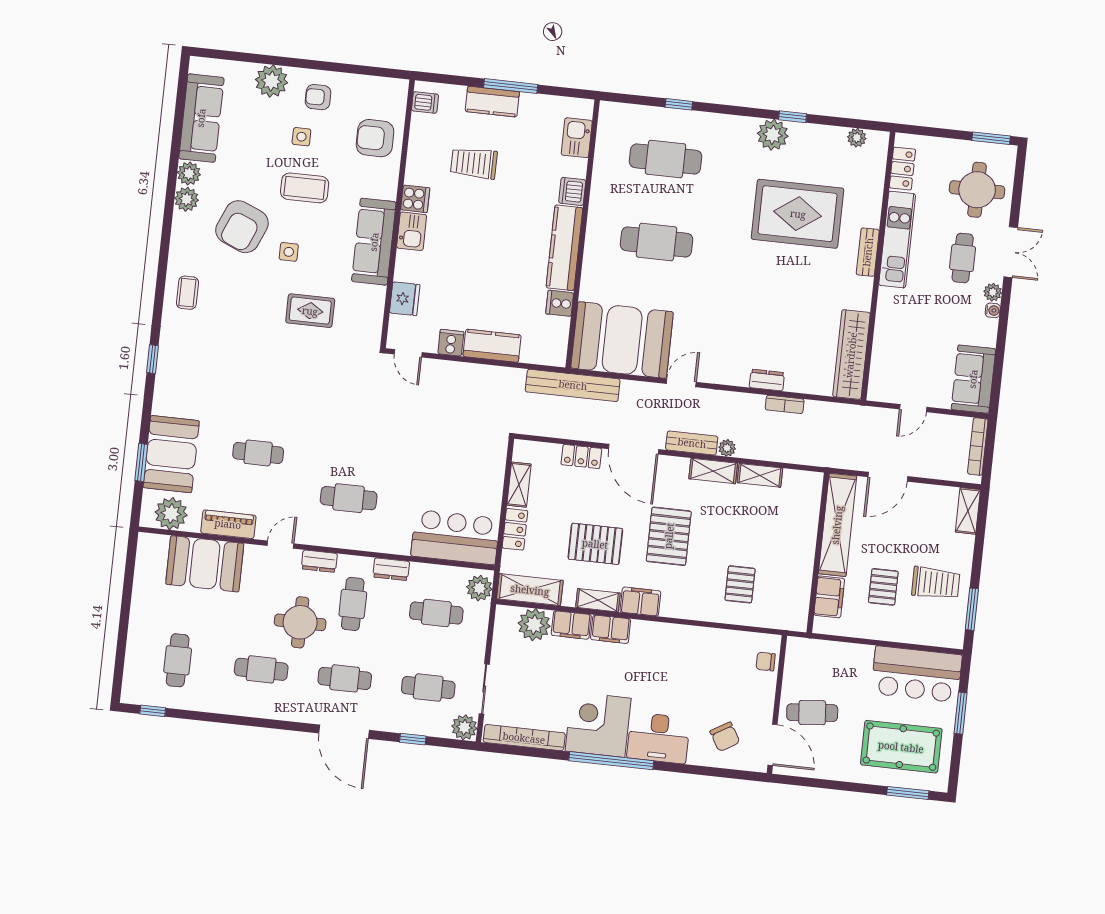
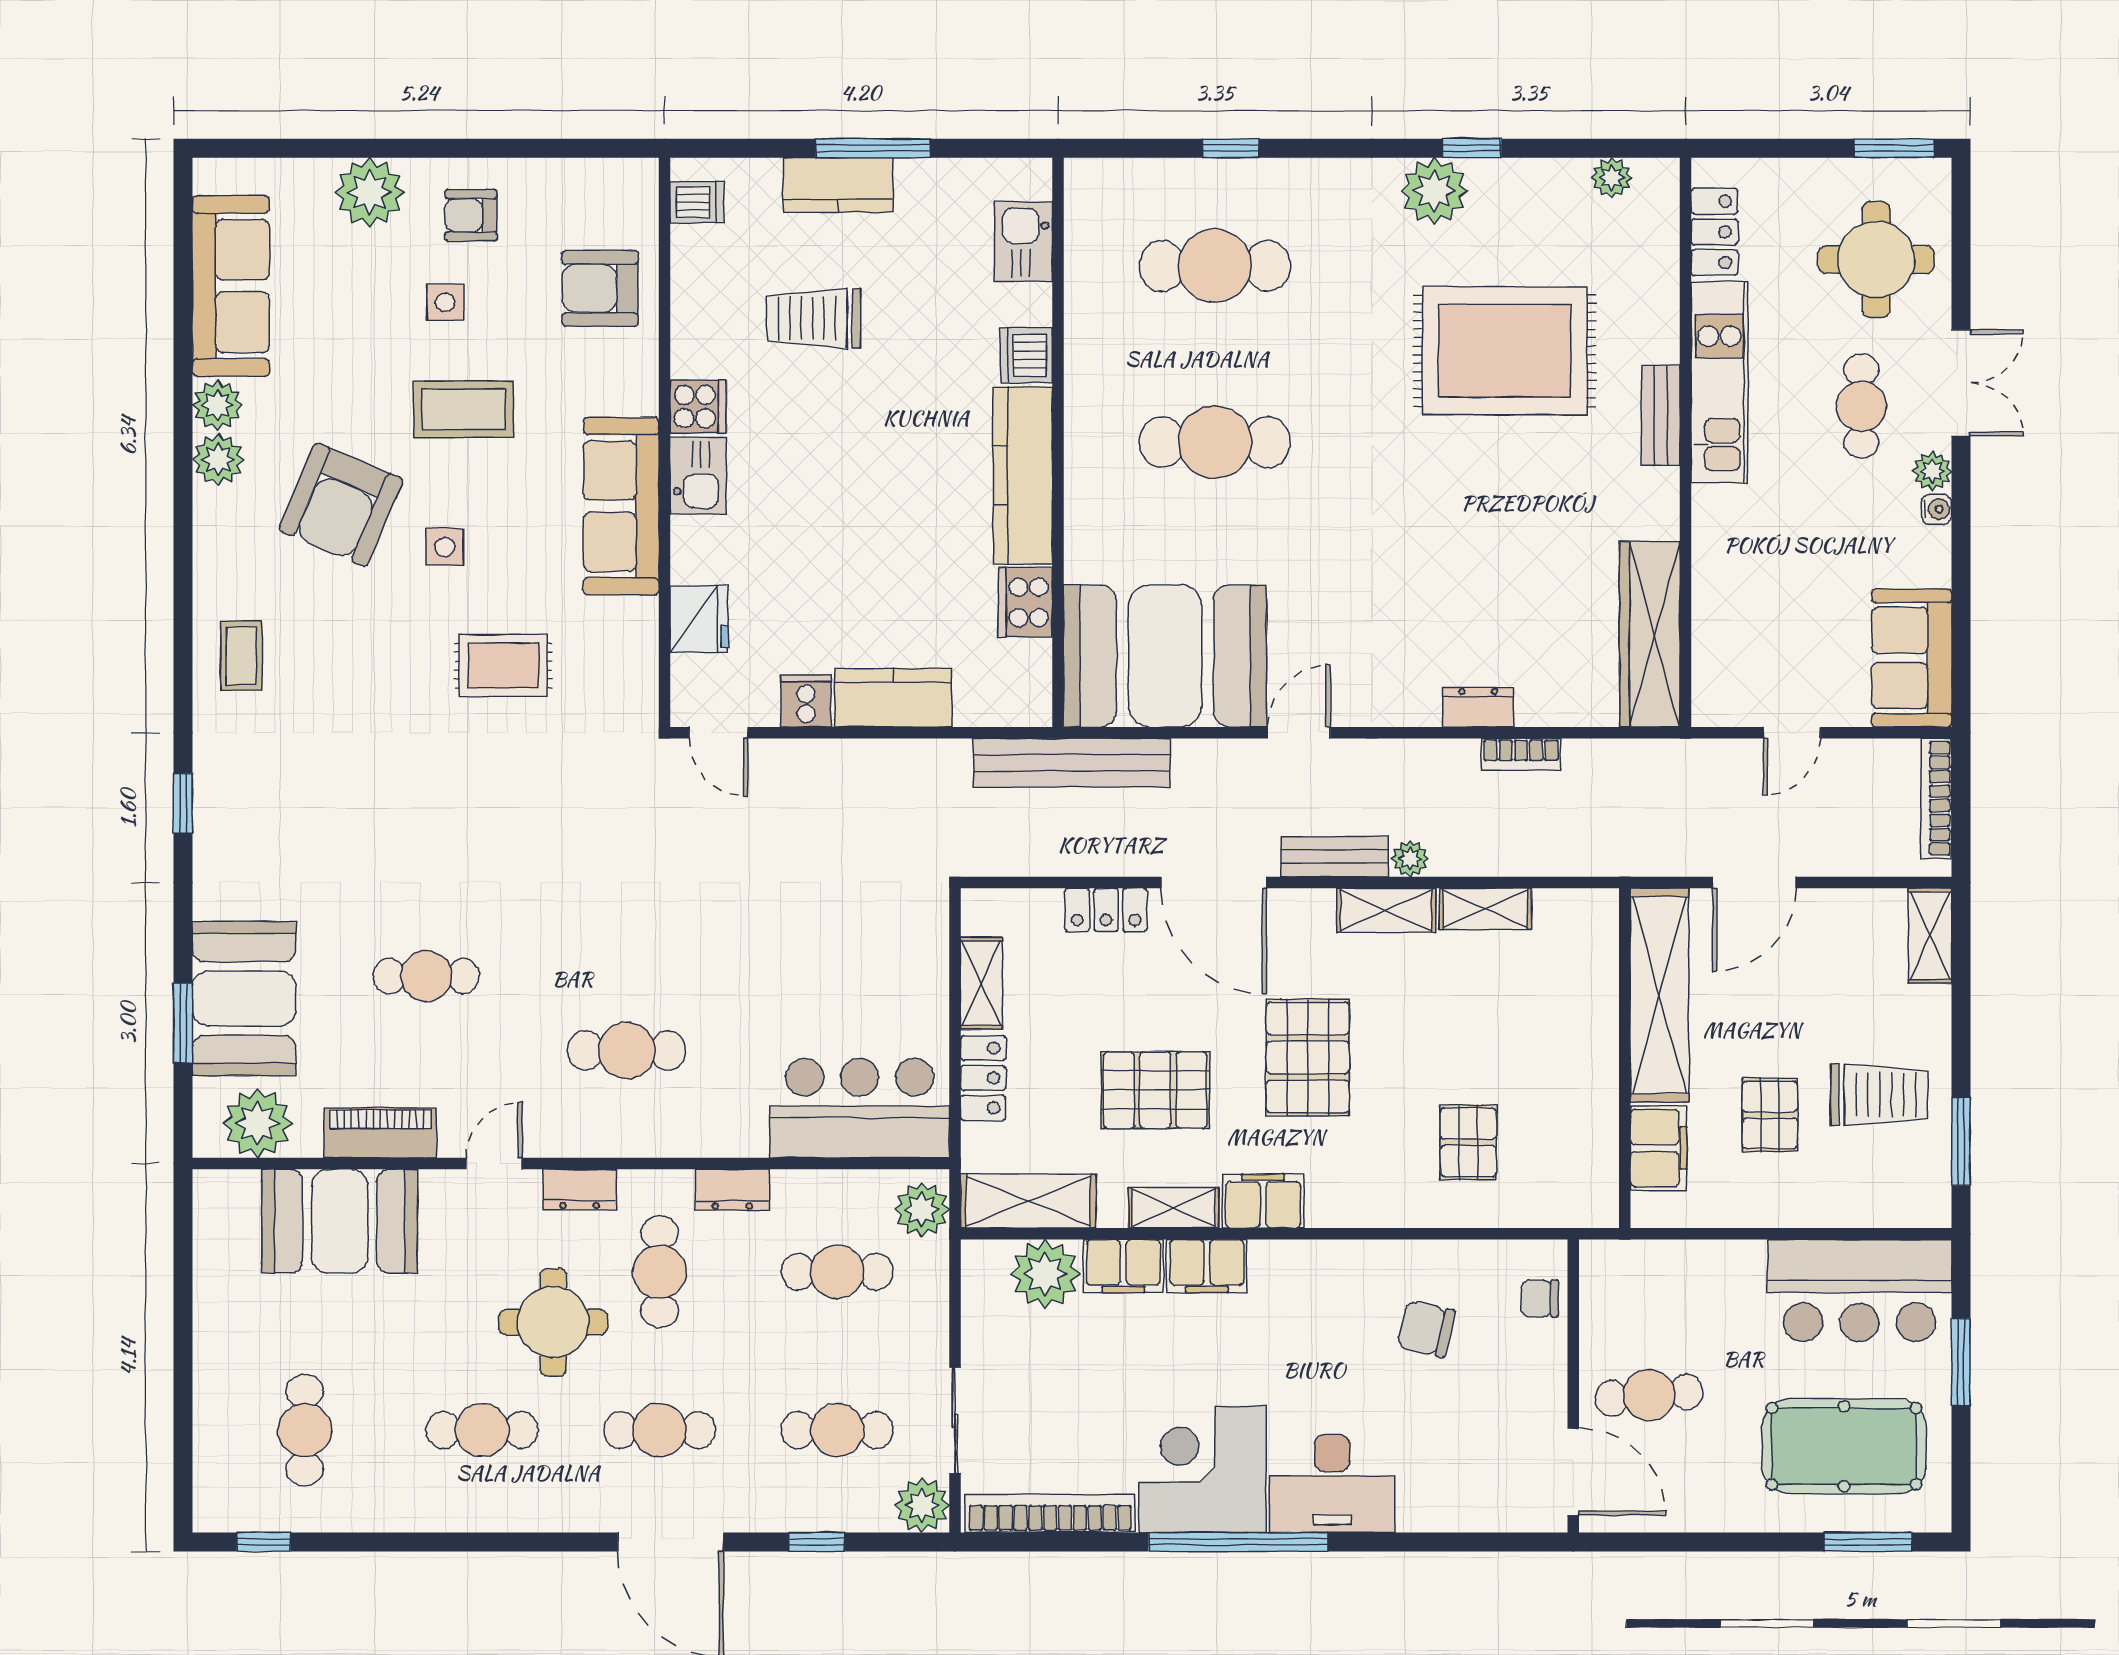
cooker: (560, 303) -> (1025, 602), width x1.36
chair: (725, 737) -> (1426, 1329), moved, turned 134

